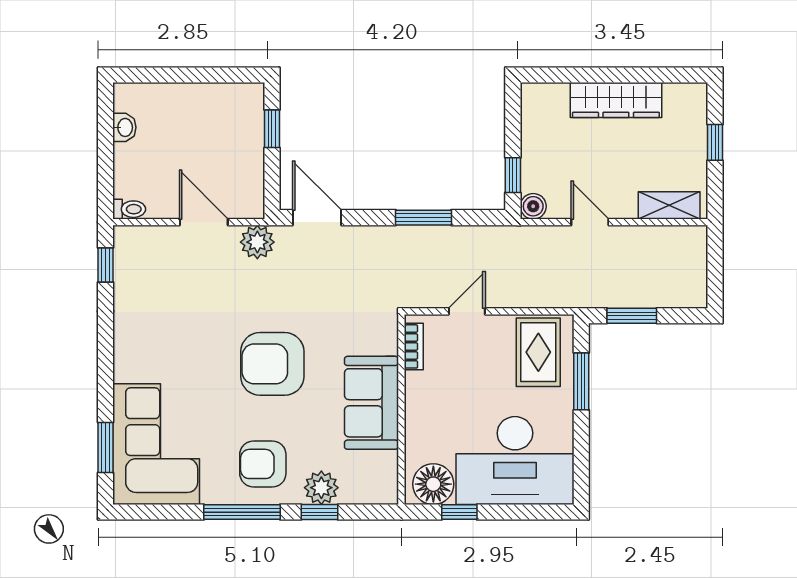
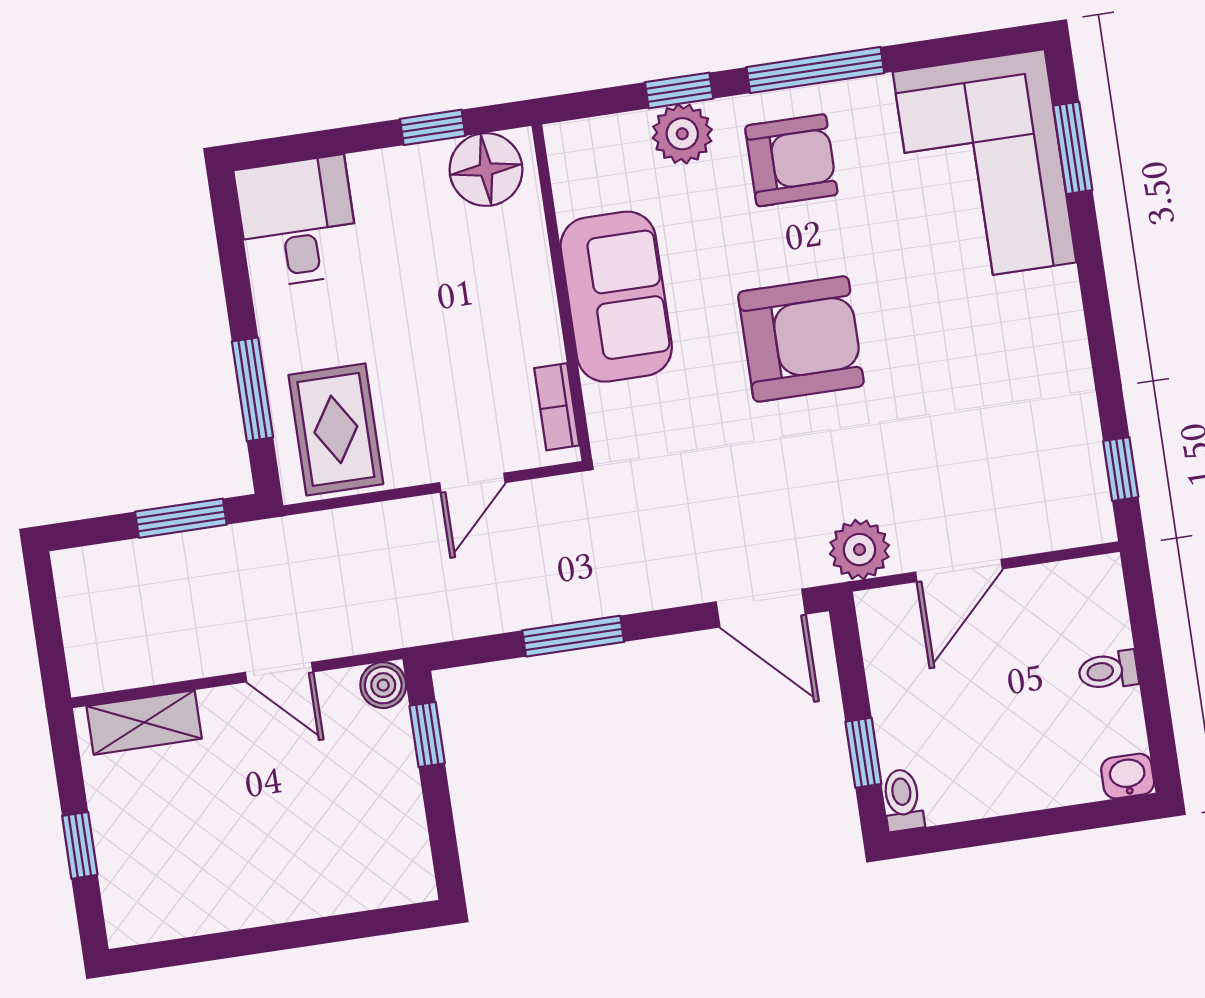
toilet: (254, 99) -> (903, 800), added
wardrobe: (616, 100) -> (265, 894), removed
washbasin: (124, 127) -> (1128, 776), moved, turned 90
toilet: (129, 209) -> (1108, 671), moved
door: (204, 222) -> (959, 570), hinge flipped
desk: (515, 461) -> (297, 222), width x0.53, depth x0.77

